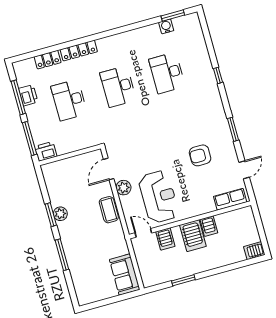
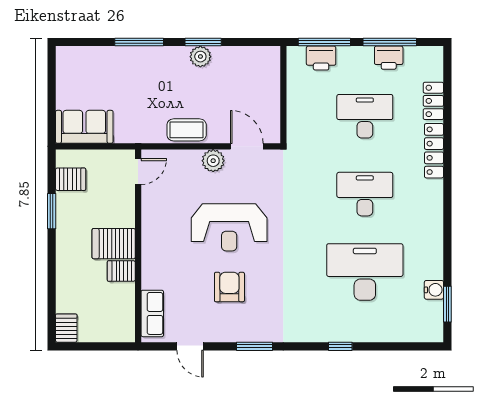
desk: (167, 73) -> (365, 272), width x1.36, depth x1.30
printer: (46, 151) -> (321, 58), moved, turned 90
reception desk: (159, 197) -> (229, 227), moved
server rack: (165, 239) -> (71, 179), moved, turned 180

